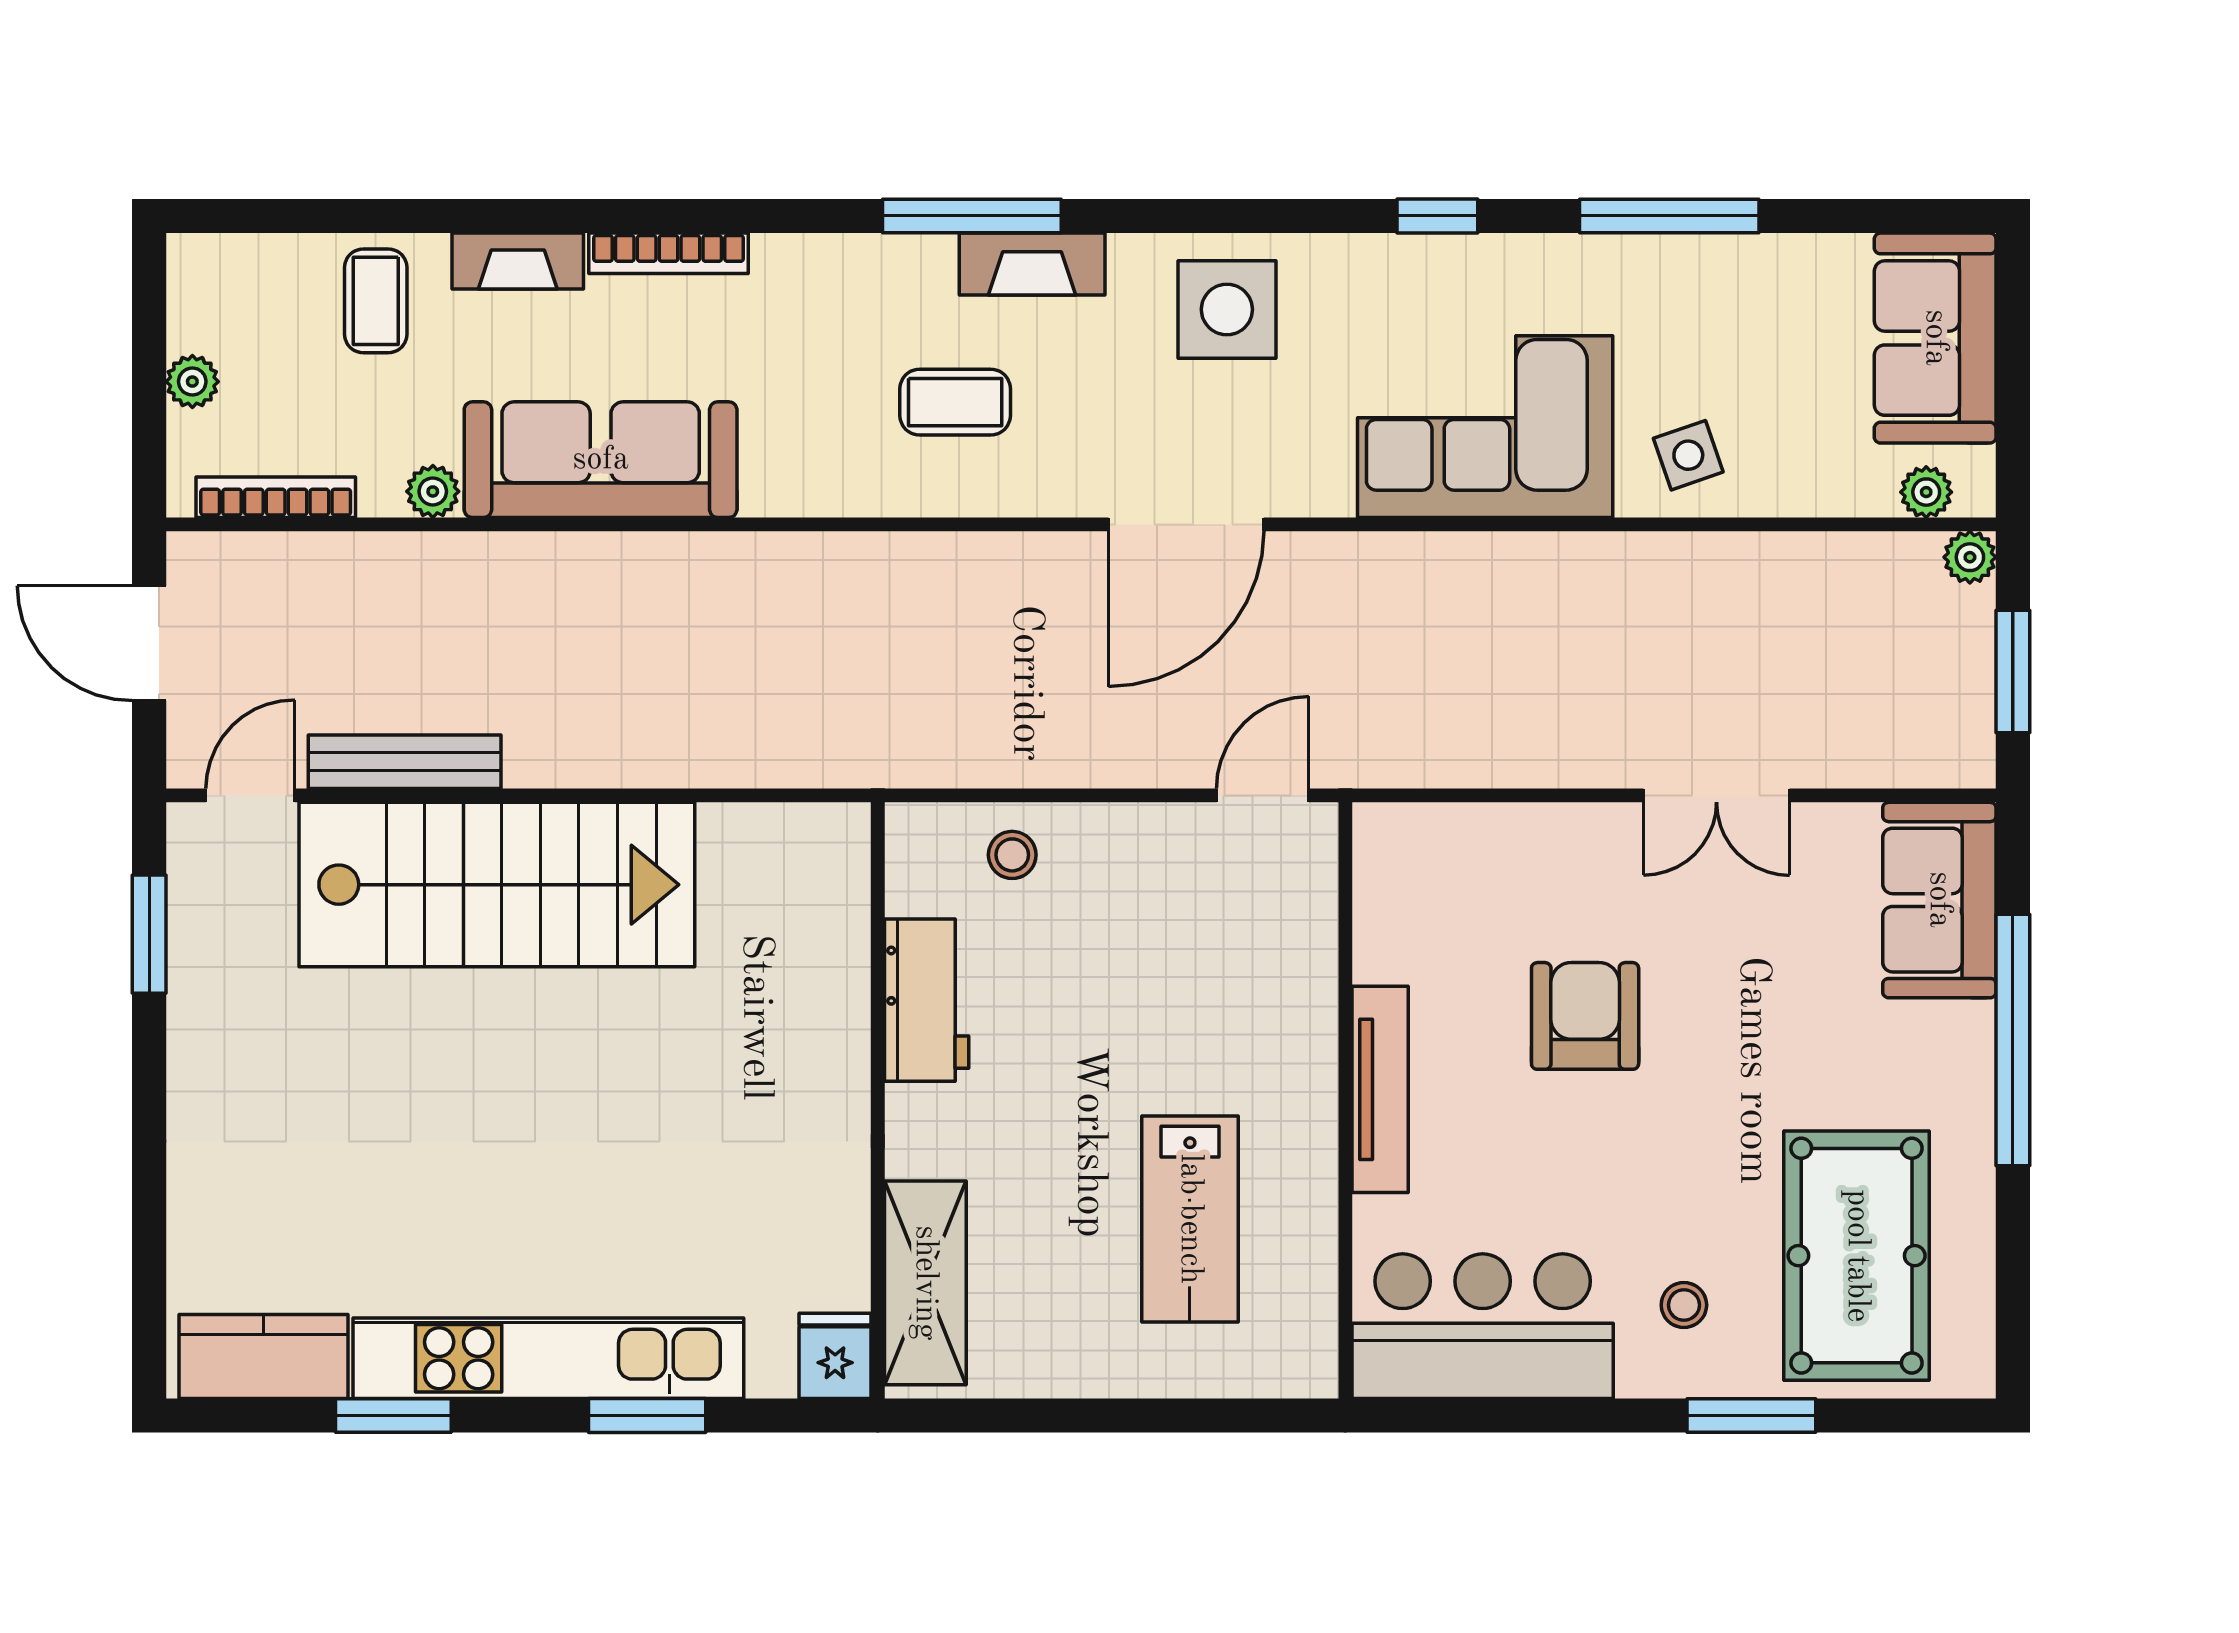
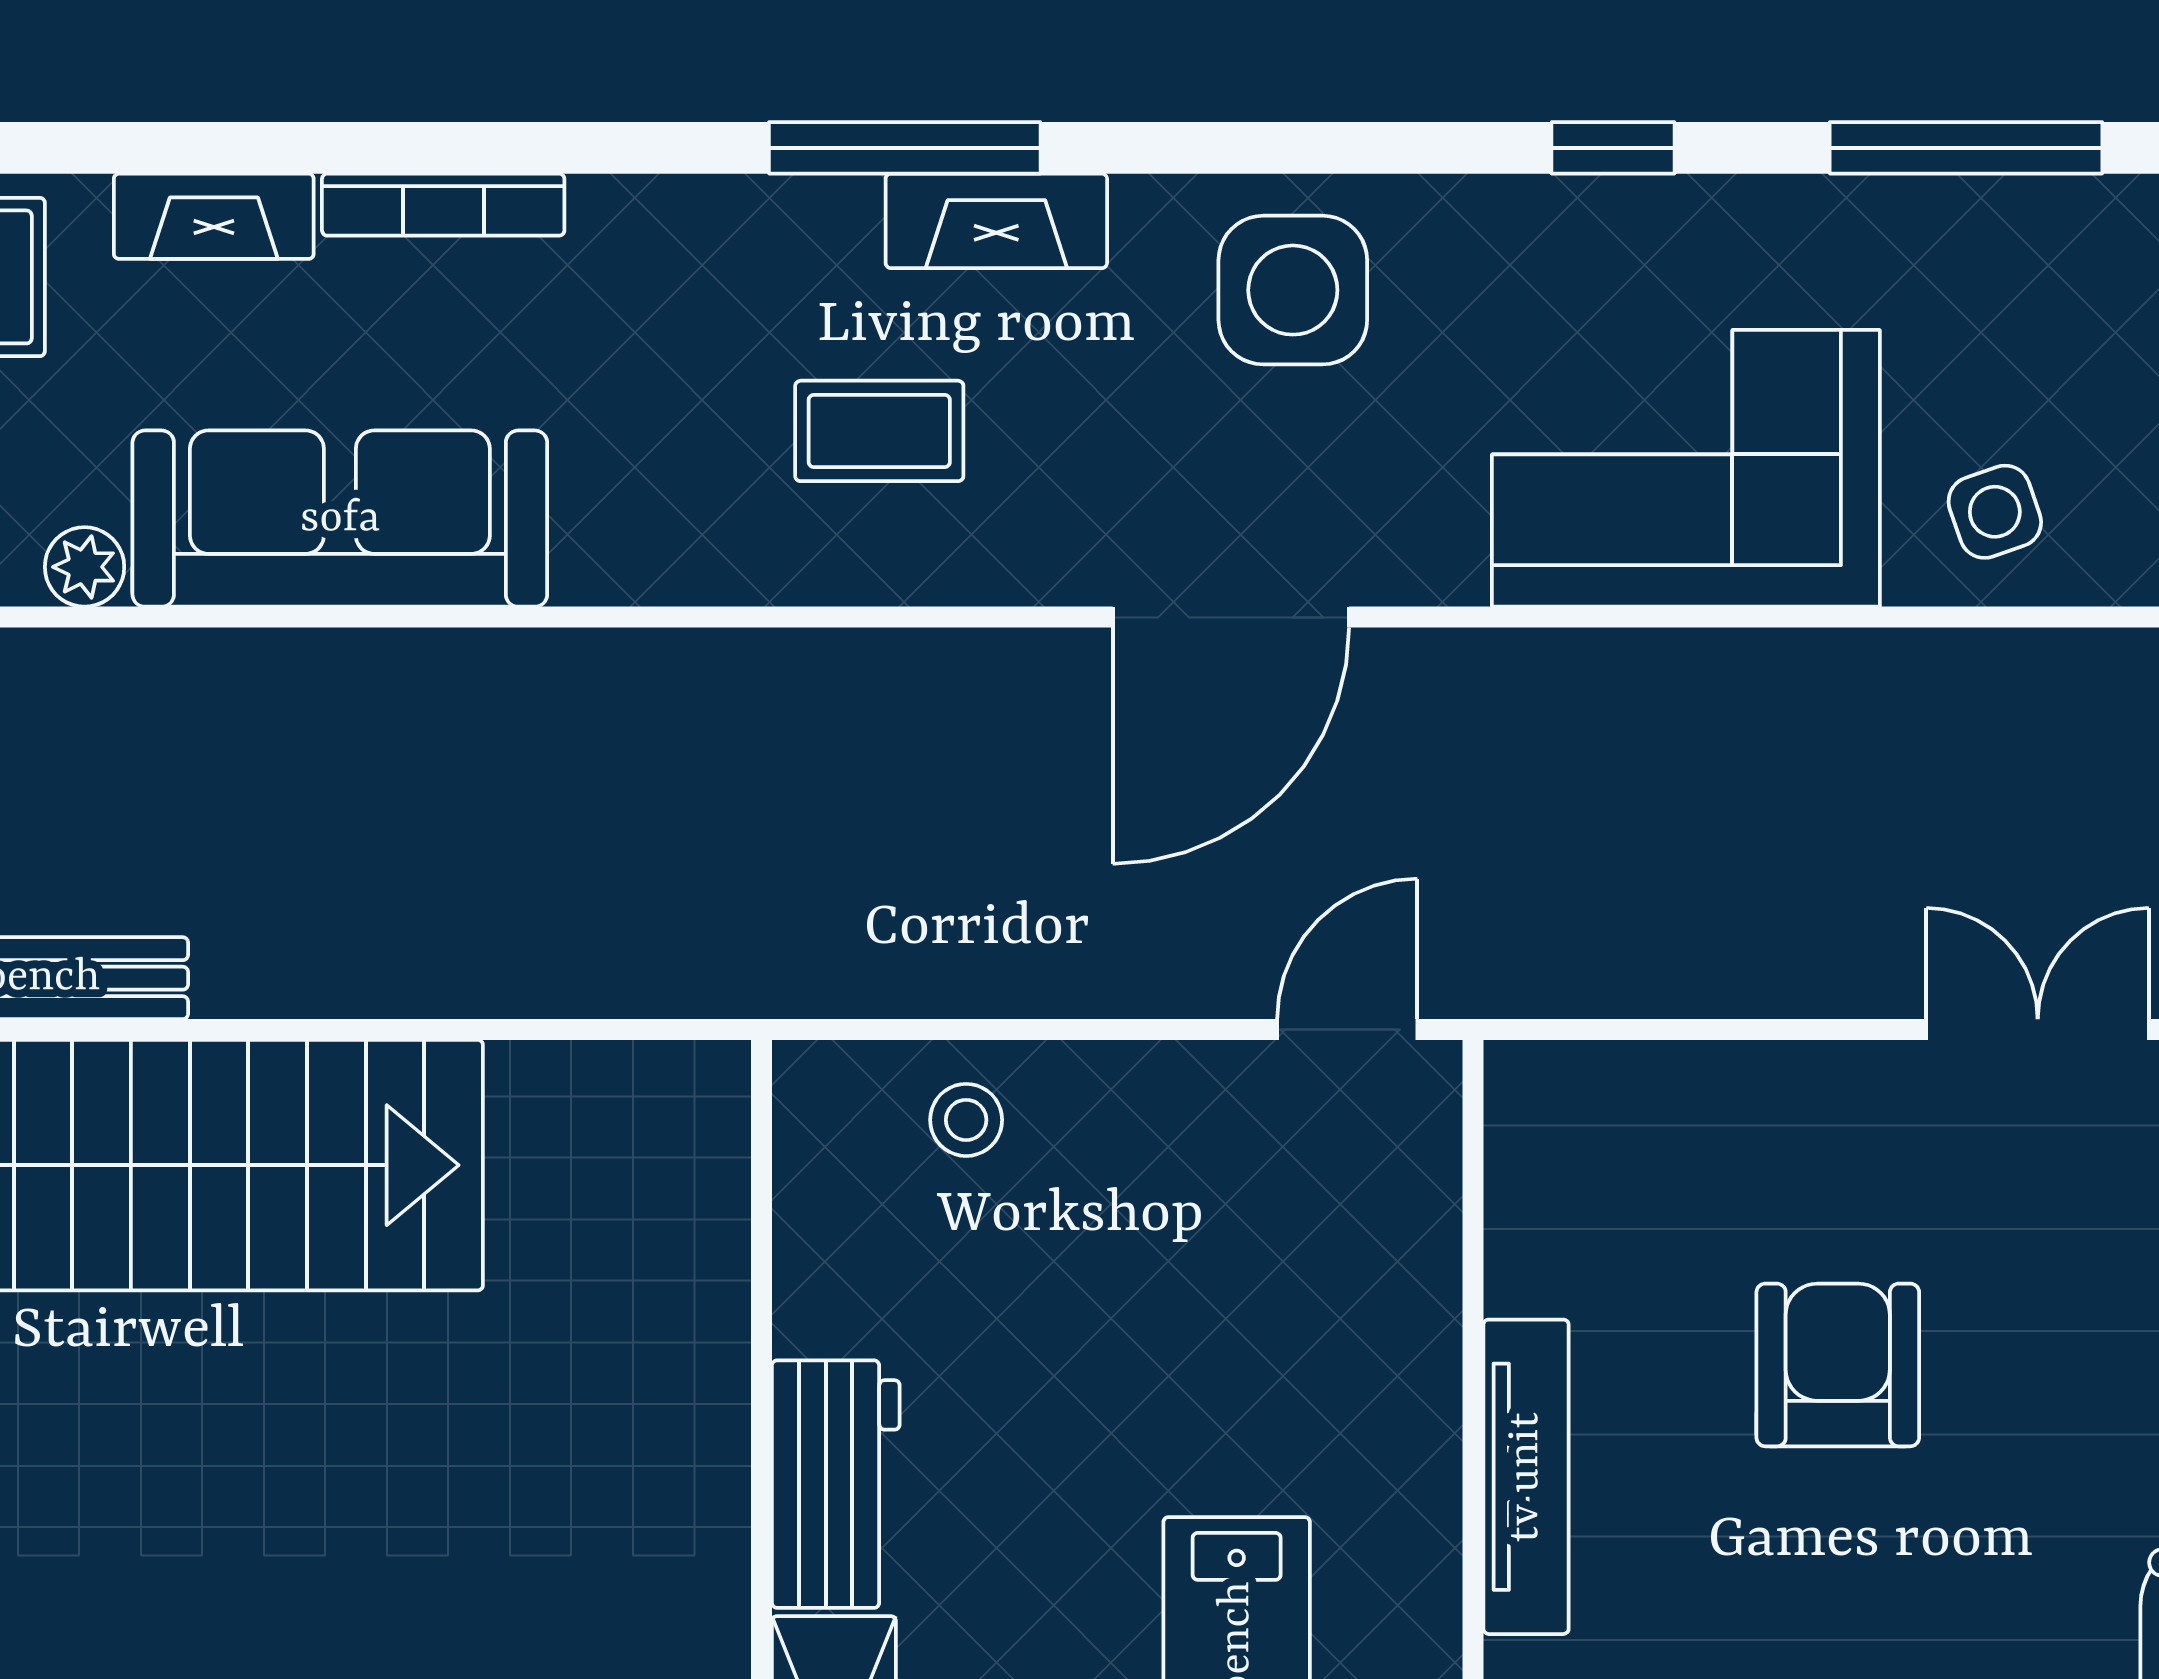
double door: (1716, 795) -> (2038, 1029), swing flipped
workbench: (927, 1000) -> (836, 1484), moved

